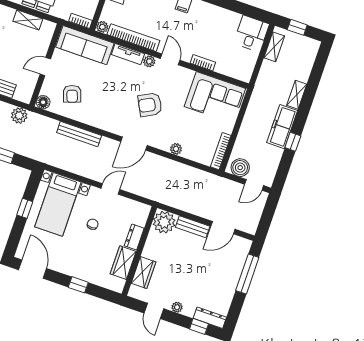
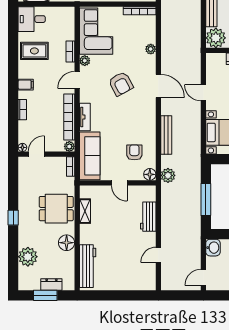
rug: (217, 25) -> (34, 51), added
plant: (149, 61) -> (85, 61), moved
armchair: (72, 94) -> (134, 152), turned -70
plant: (19, 116) -> (168, 175), moved

